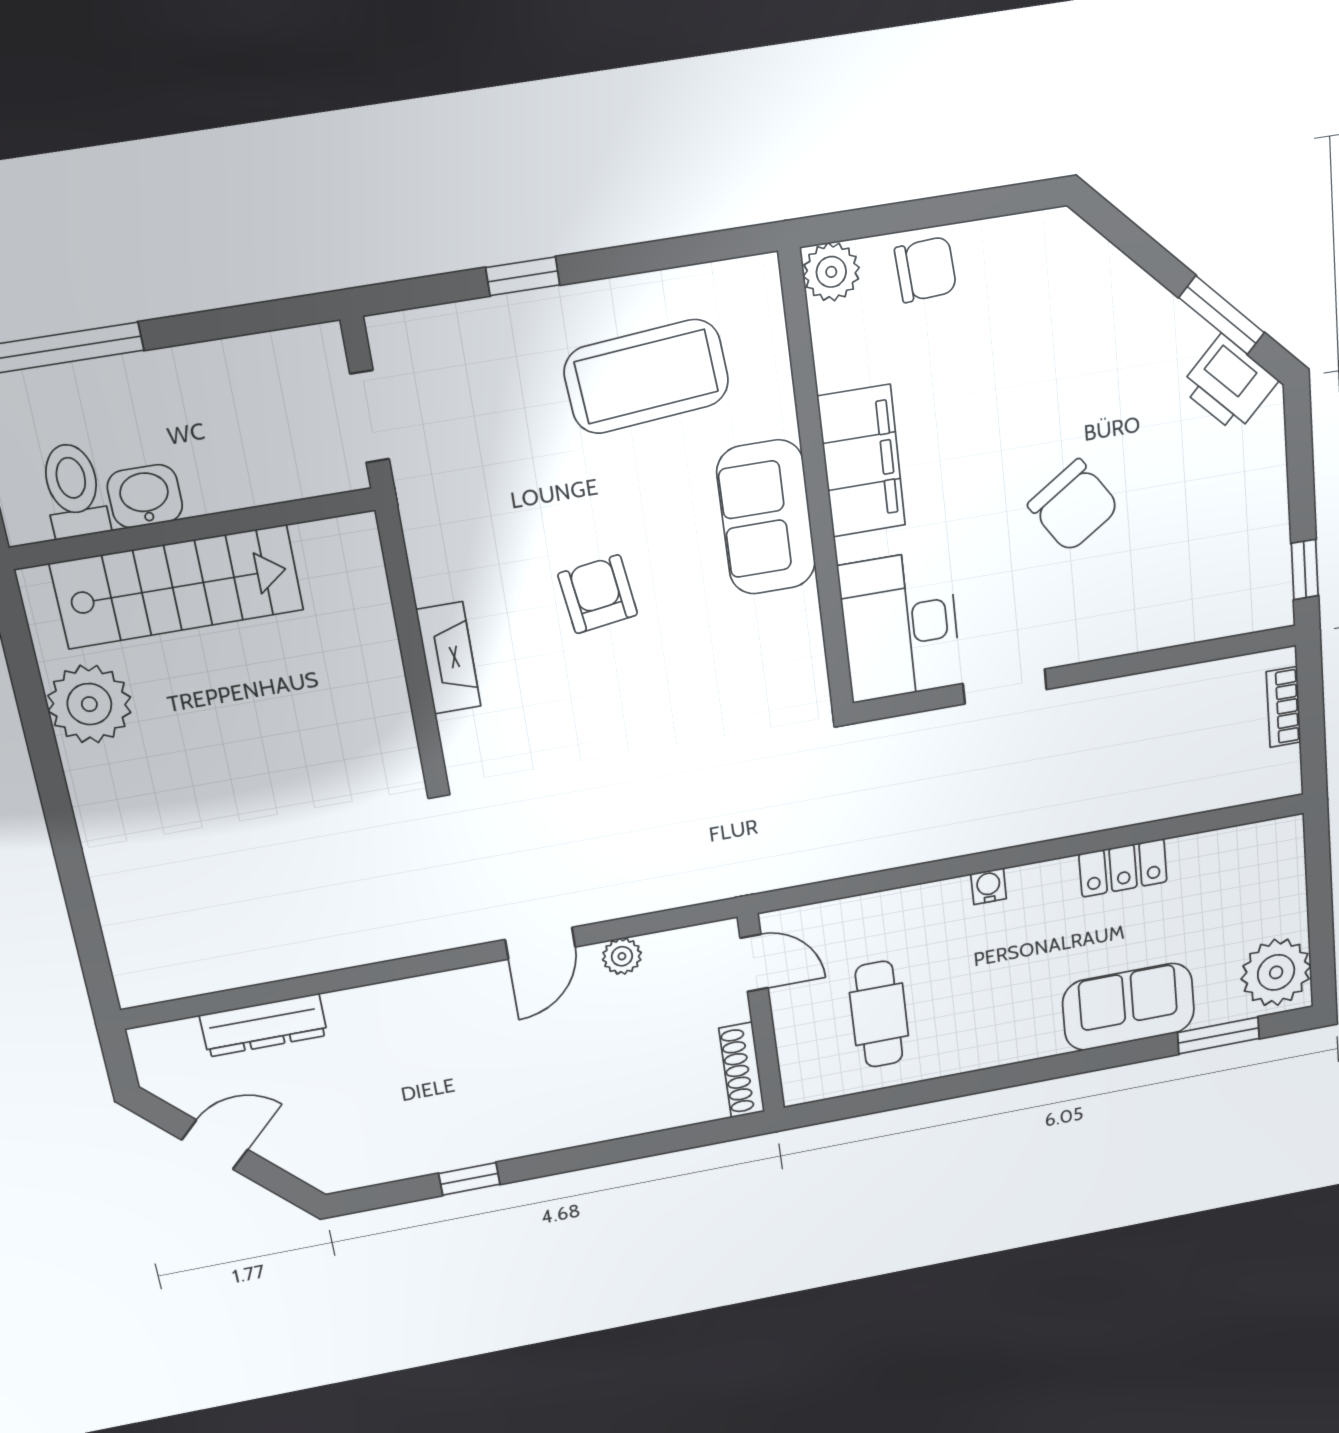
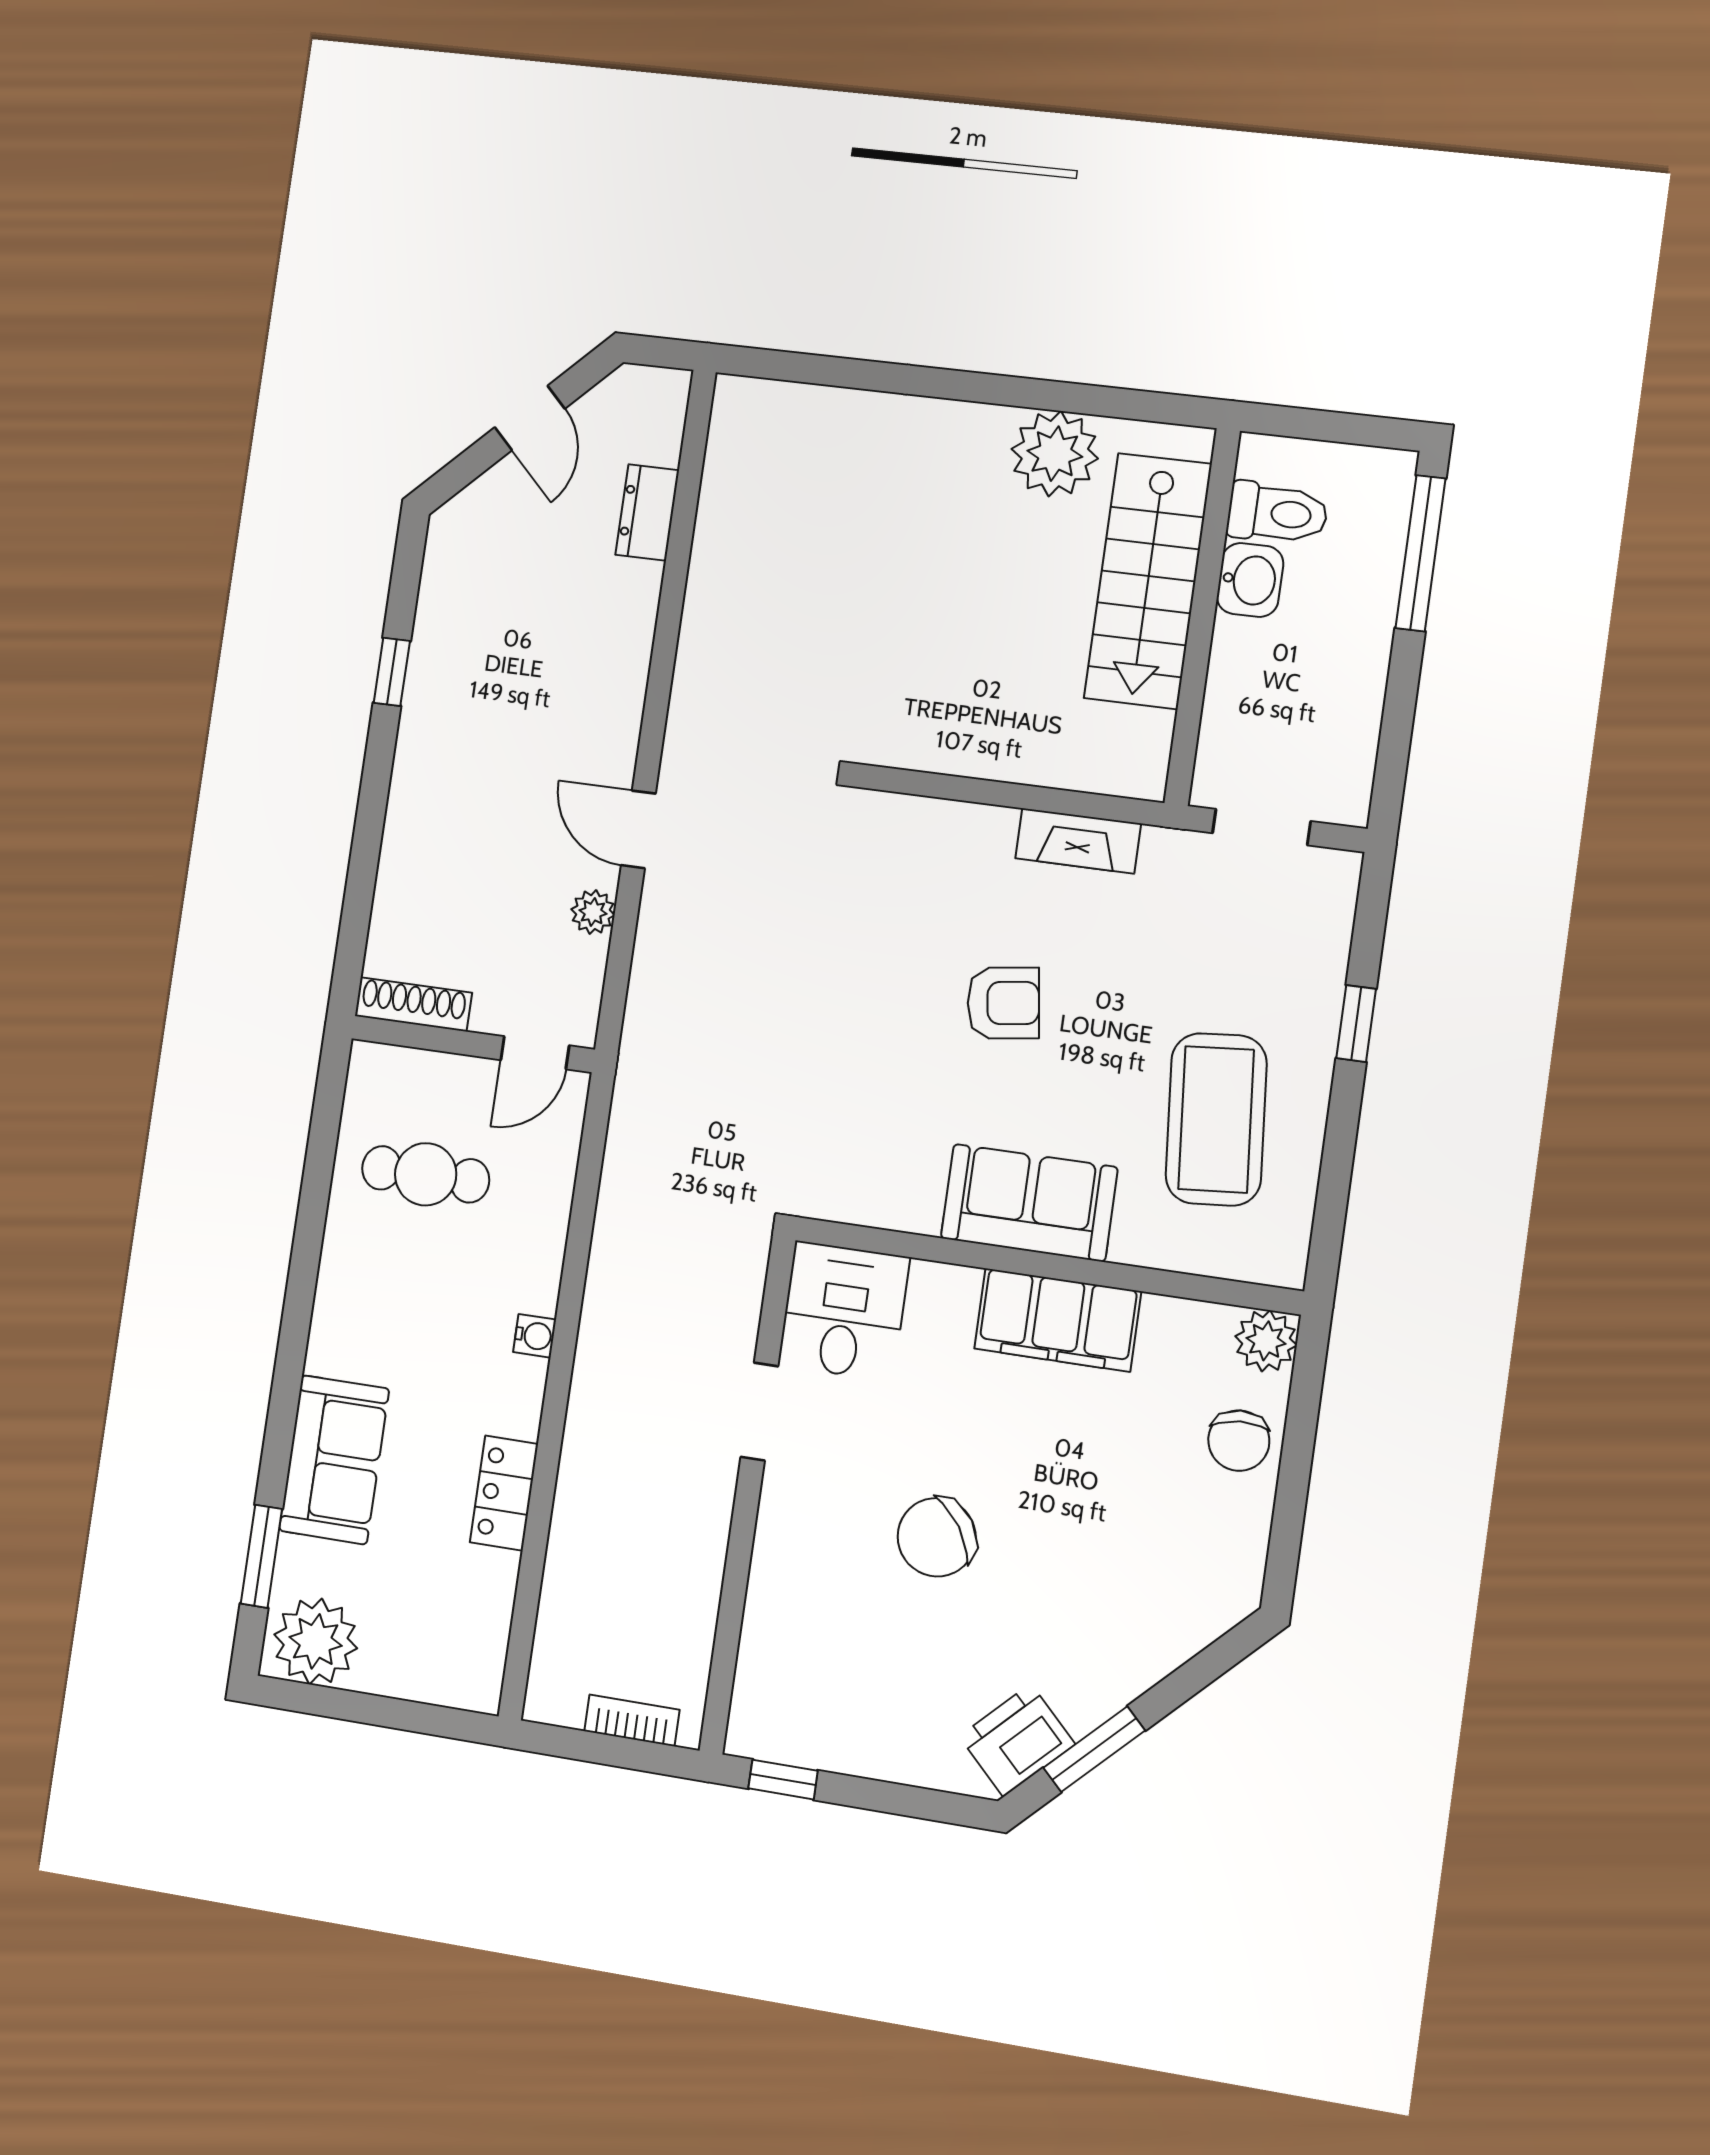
desk: (900, 626) -> (844, 1311), width x0.73
fireplace: (449, 658) -> (1078, 841), moved
dresser: (264, 1025) -> (647, 513), width x0.70

